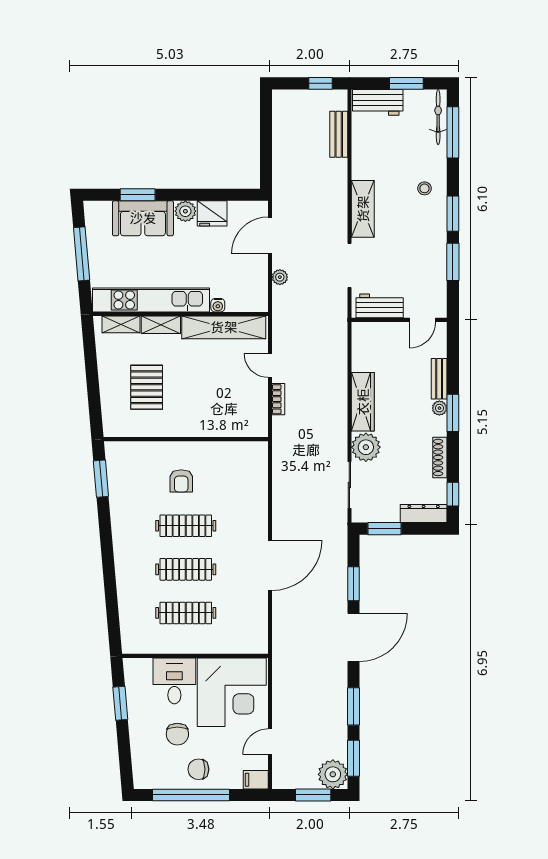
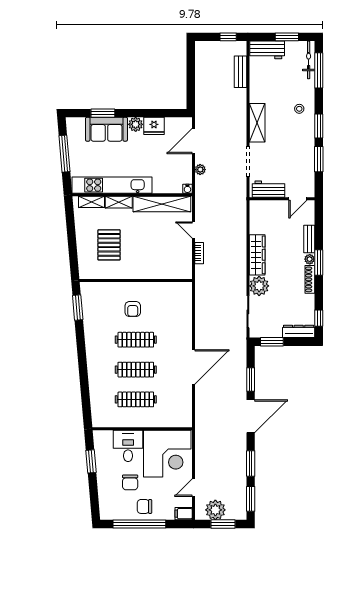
water cooler: (218, 305) -> (187, 189), moved
shoe rack: (440, 457) -> (310, 279), moved
plant: (333, 774) -> (215, 510), moved

